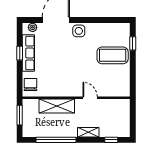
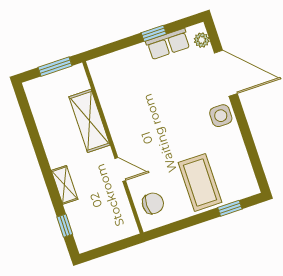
row of seats: (28, 53) -> (168, 44), width x0.68
chair: (30, 85) -> (153, 203), moved
door: (90, 98) -> (120, 169), hinge flipped
window: (56, 140) -> (35, 138), removed

